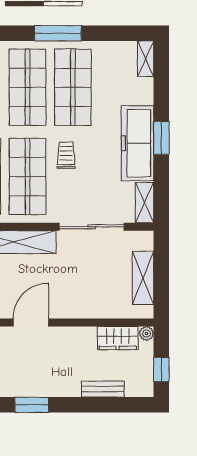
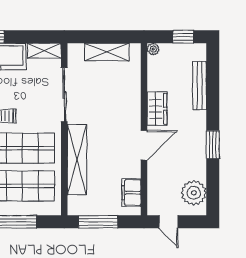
door: (31, 322) -> (144, 145), swing flipped
wardrobe: (118, 338) -> (157, 109), moved
bench: (103, 389) -> (199, 85), width x1.36

